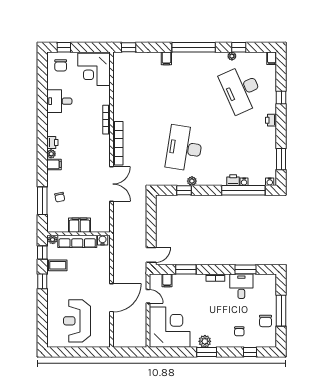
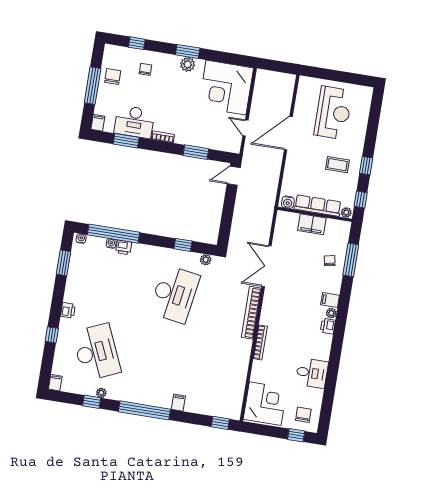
plant: (192, 181) -> (206, 260), moved
coffee table: (58, 265) -> (337, 165), moved
filing cabinet: (167, 280) -> (98, 123), moved
desk: (241, 286) -> (134, 122), width x1.37

